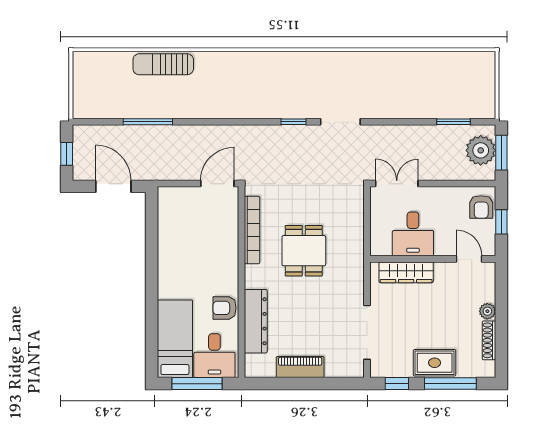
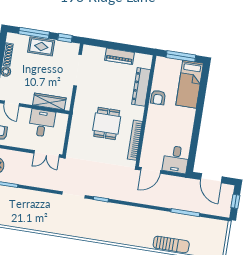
armchair: (224, 308) -> (158, 98), turned 90
desk: (214, 356) -> (176, 159), moved, turned 180

